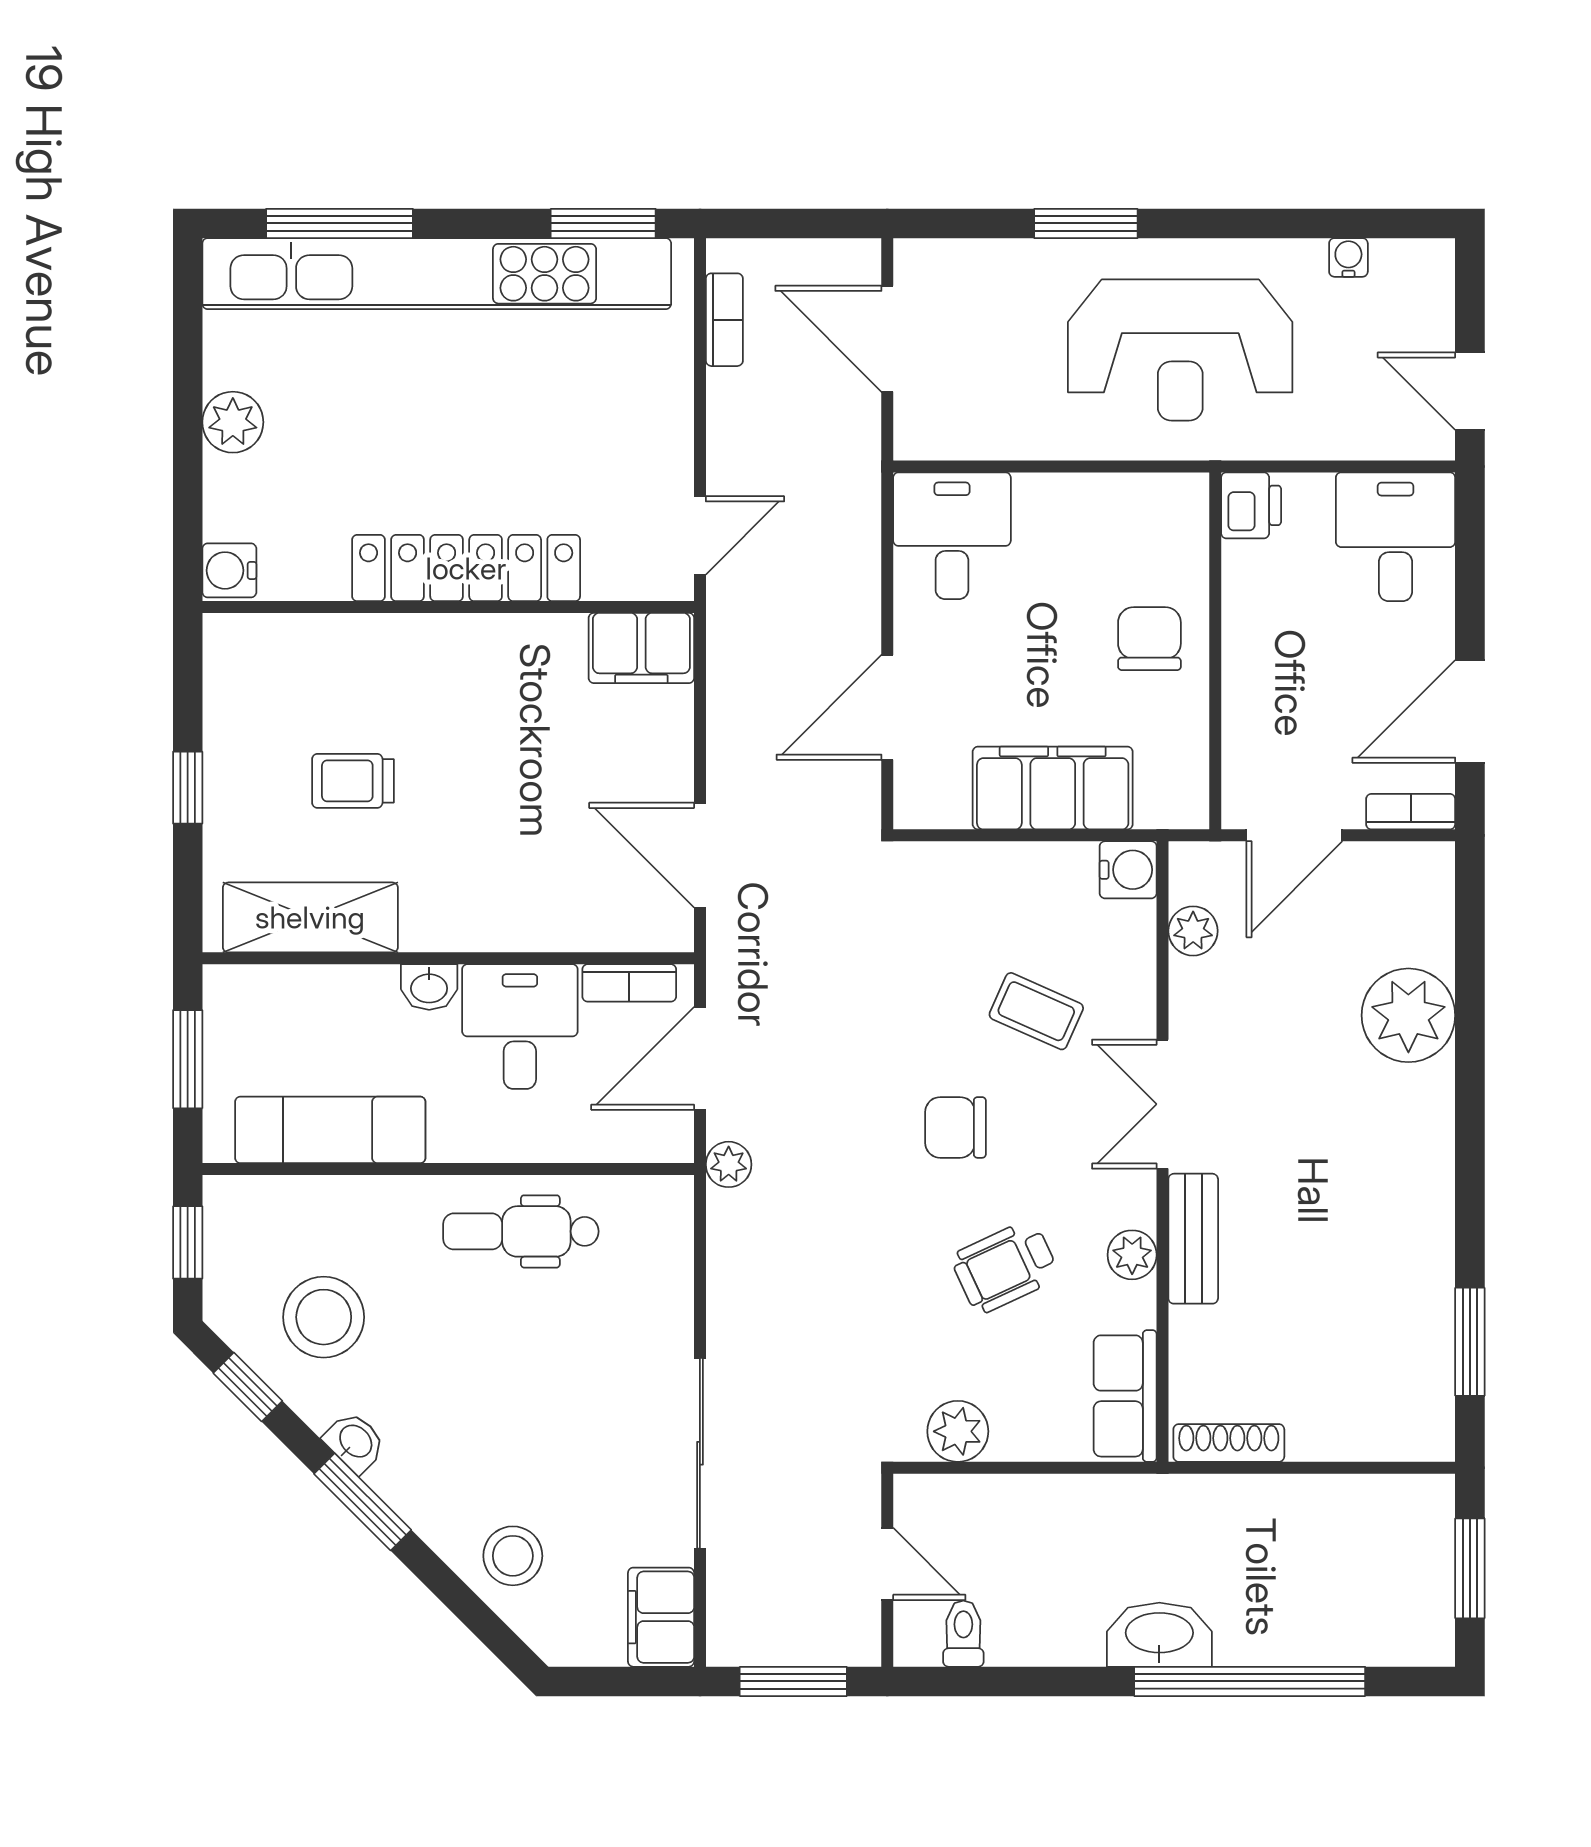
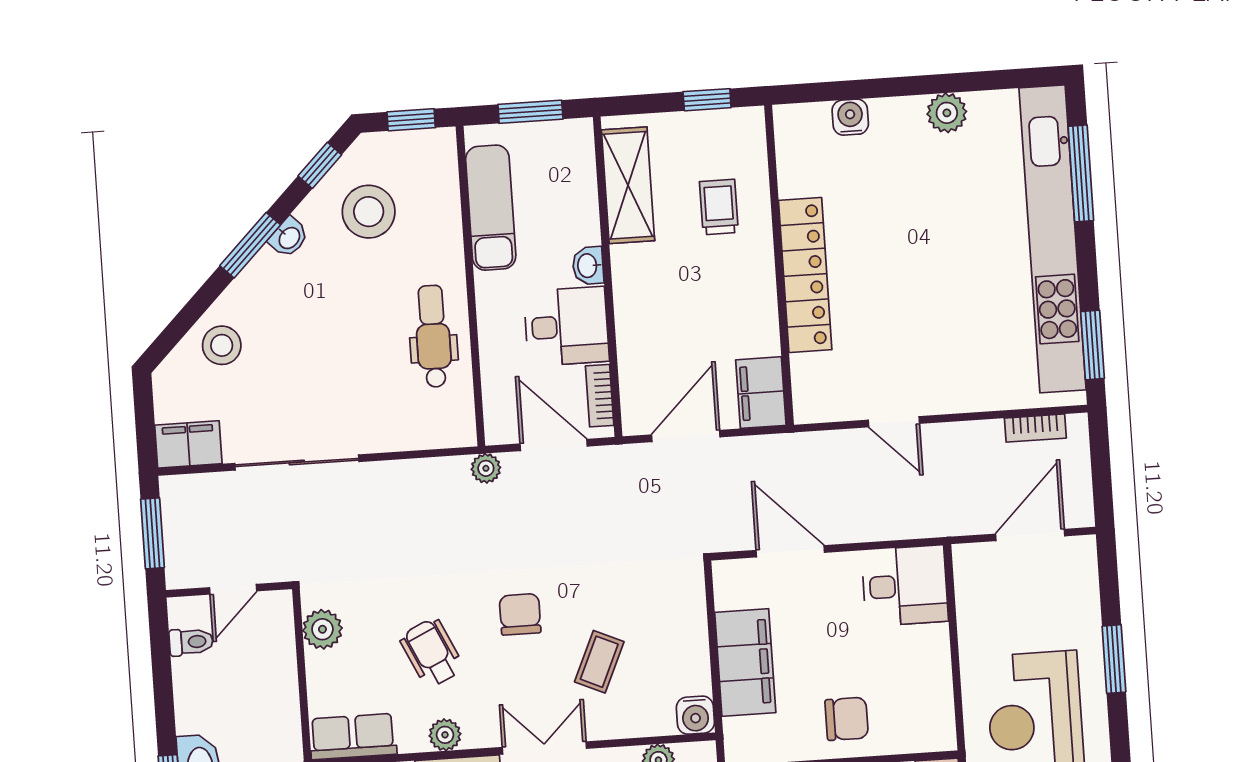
locker: (466, 568) -> (805, 275), moved
wall: (448, 607) -> (779, 265), moved
filing cabinet: (641, 648) -> (761, 393), moved

